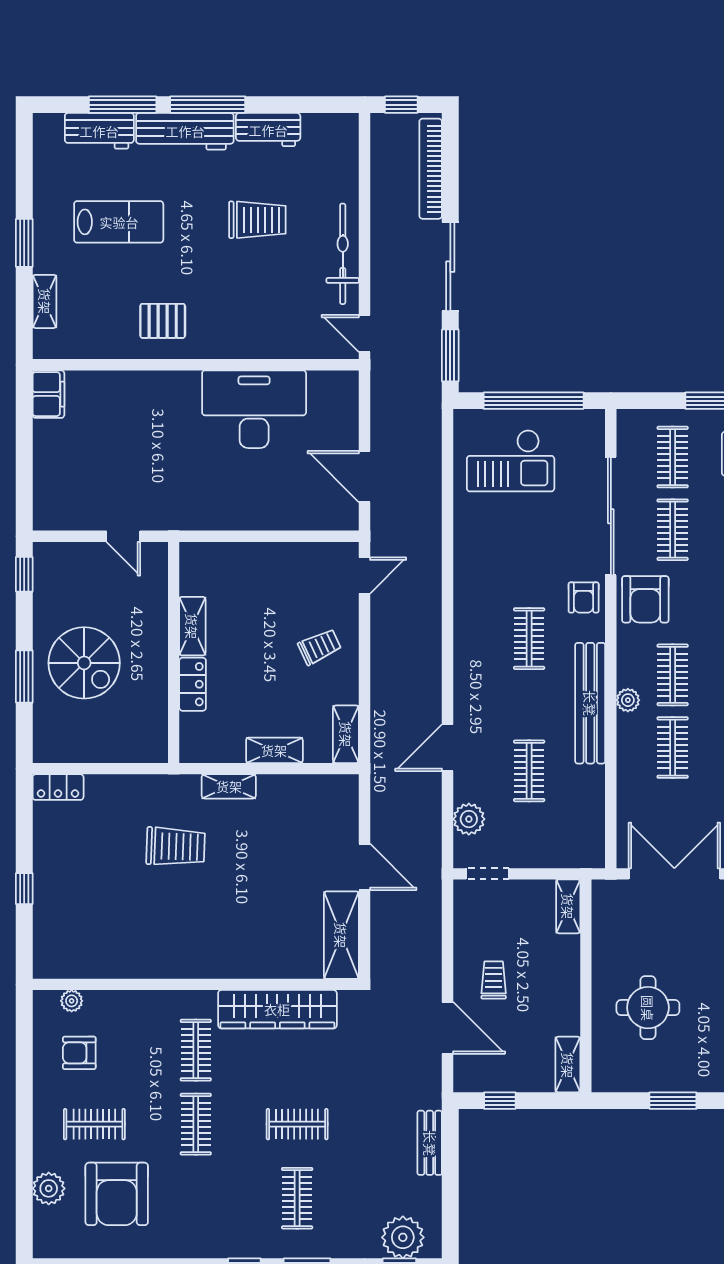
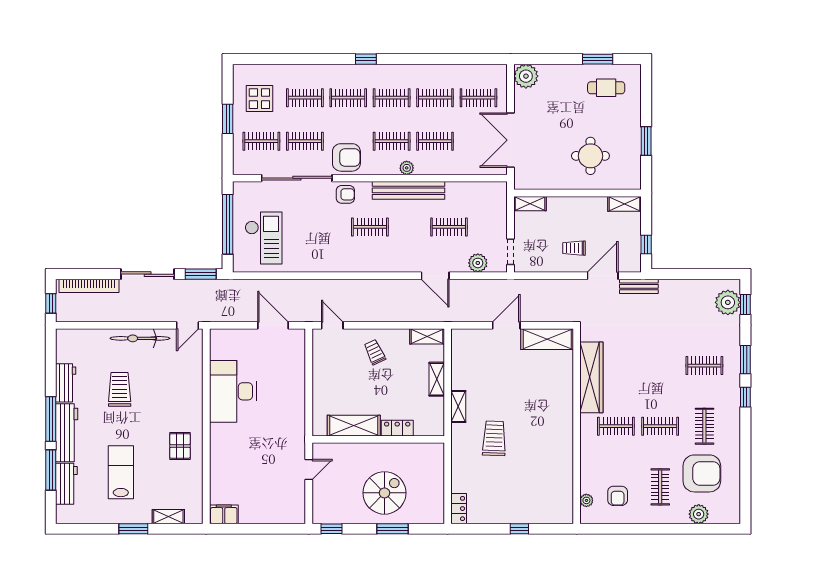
door: (365, 477) -> (273, 325), swing flipped
shelving: (192, 626) -> (354, 426), width x1.50, depth x1.33
clothes rail: (297, 1124) -> (704, 426), moved
bench: (430, 1143) -> (639, 286), moved

